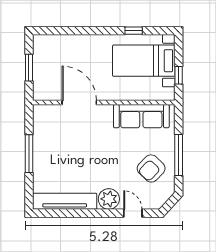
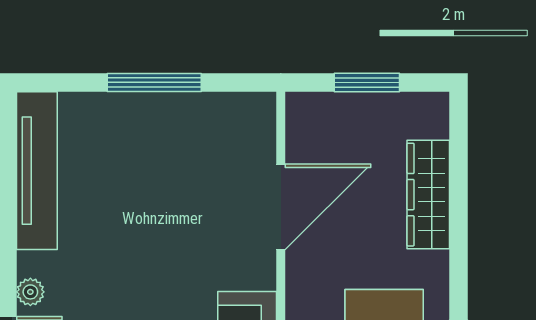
wardrobe: (74, 43) -> (428, 195), added
plant: (109, 199) -> (30, 292), width x0.53, depth x0.53

